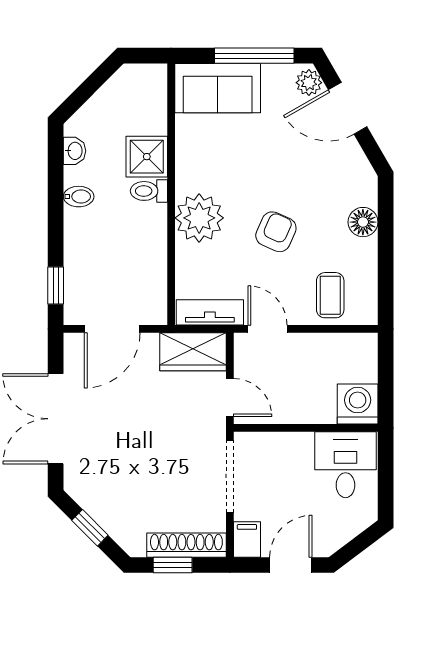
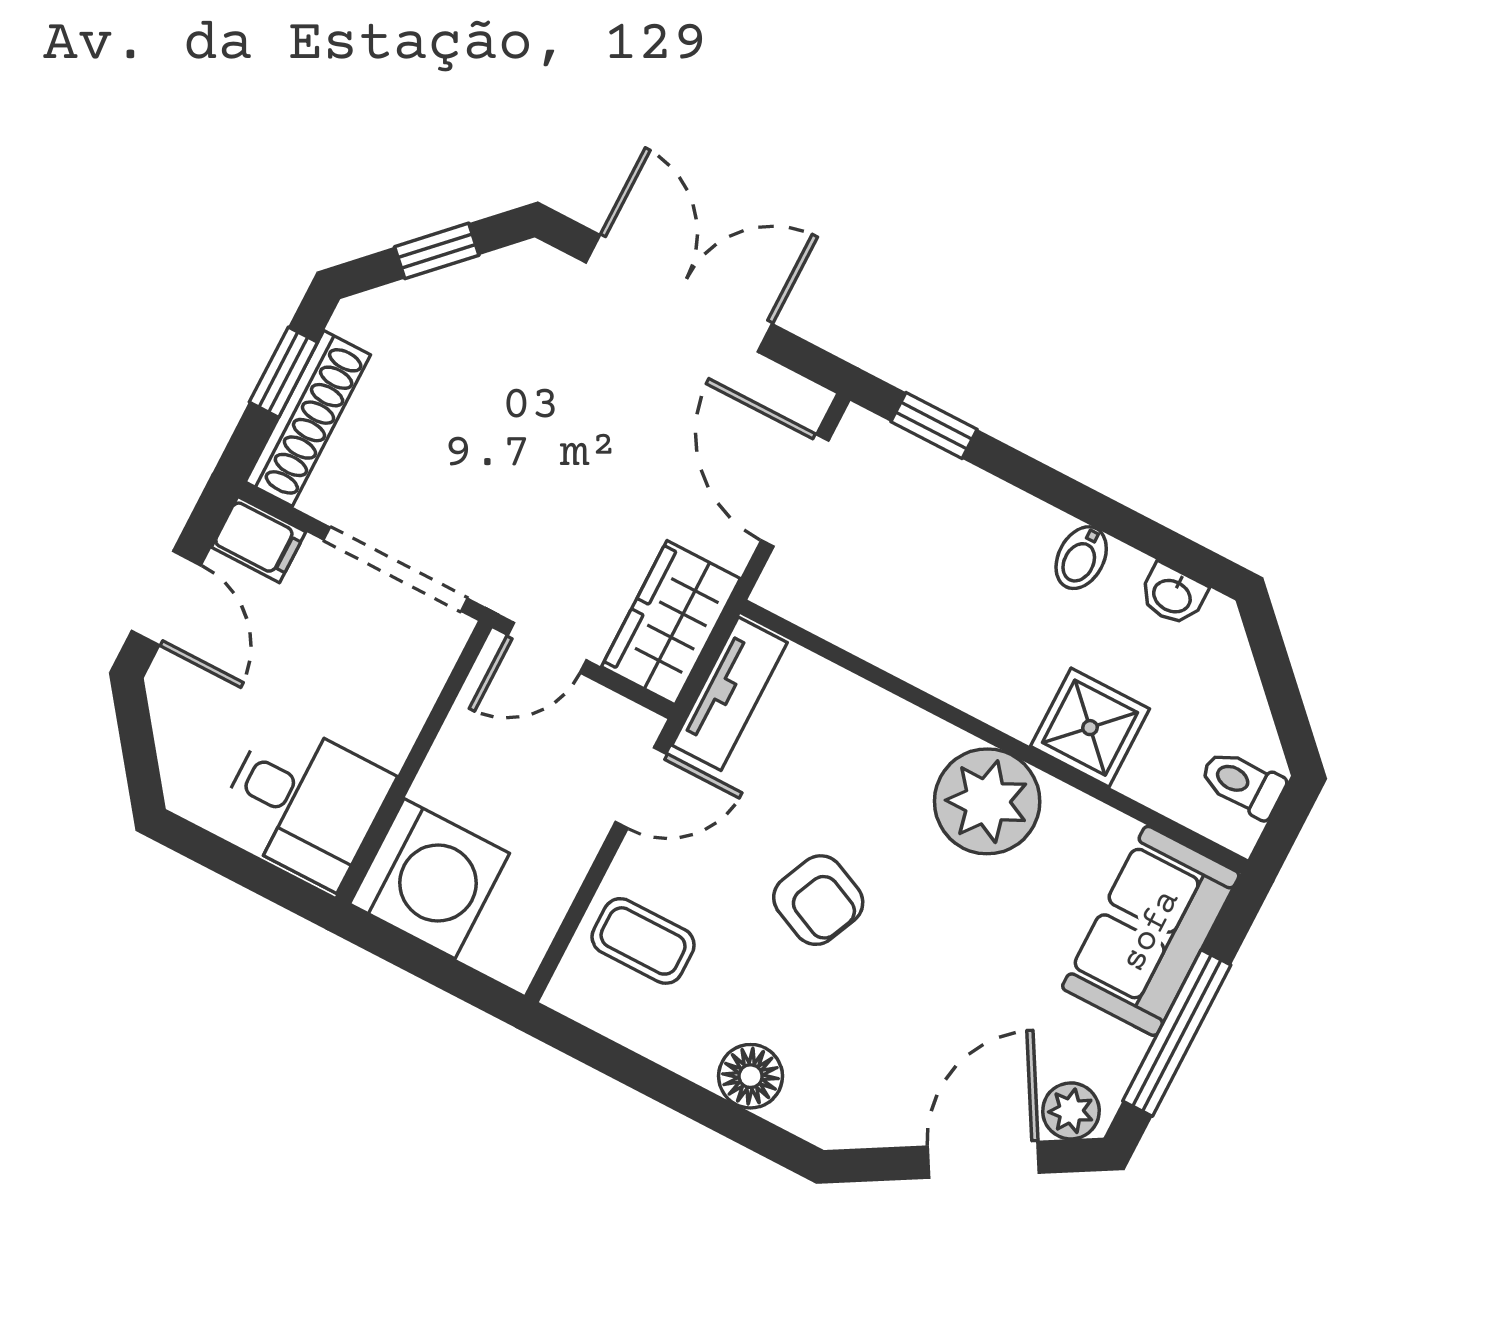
toilet: (149, 191) -> (1243, 783), moved, turned -90
plant: (199, 218) -> (987, 801), moved
washing machine: (358, 404) -> (430, 879), width x1.37, depth x1.37

